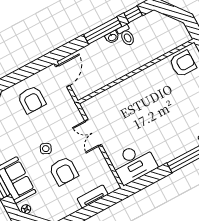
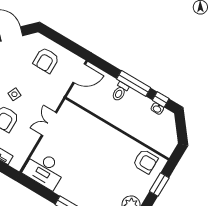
toilet: (126, 35) -> (120, 92), moved
washbasin: (112, 37) -> (157, 109), moved

